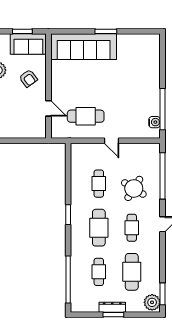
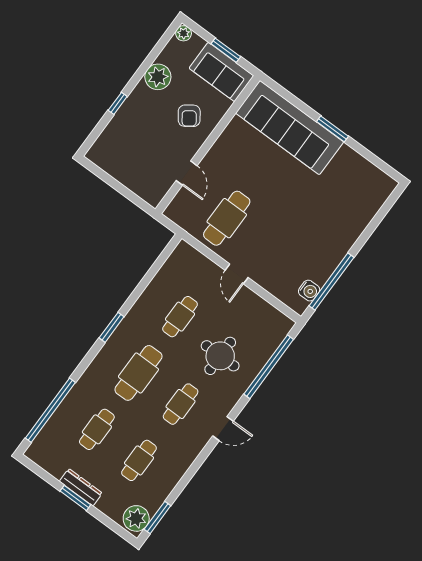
cafe table: (86, 116) -> (227, 218), turned 90
round table: (134, 188) -> (220, 356), turned -32
cafe table: (132, 272) -> (139, 460), width x0.73, depth x0.74

